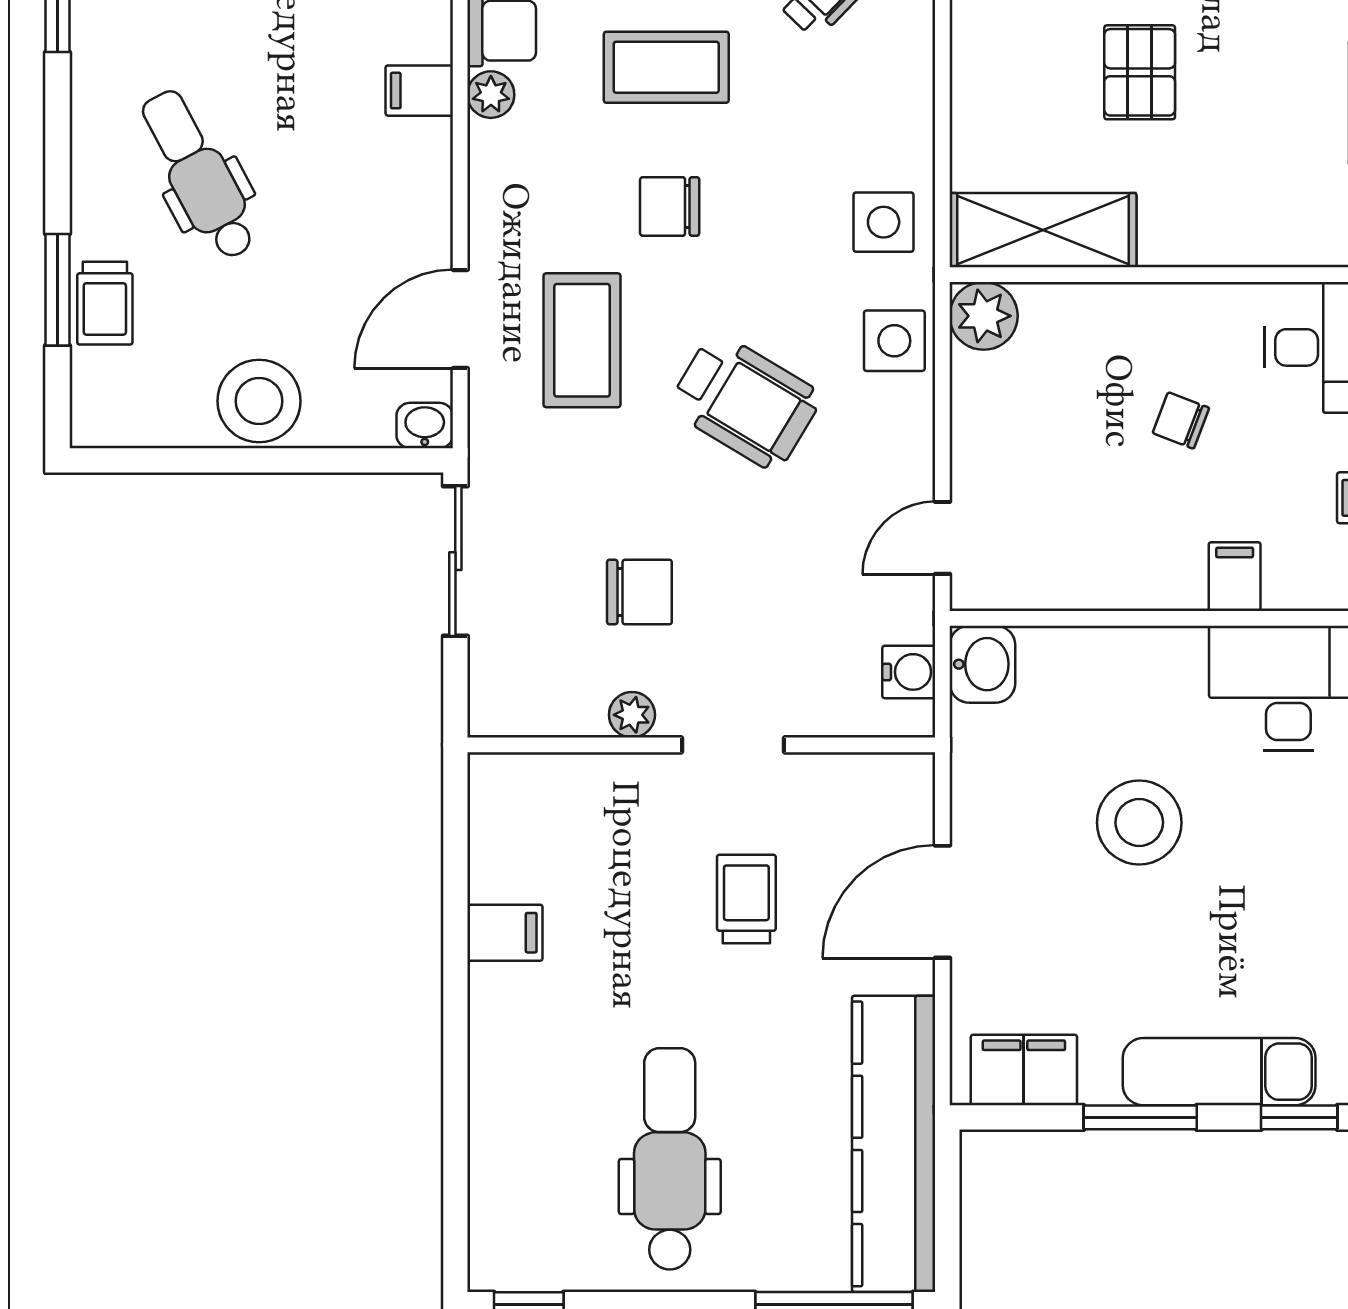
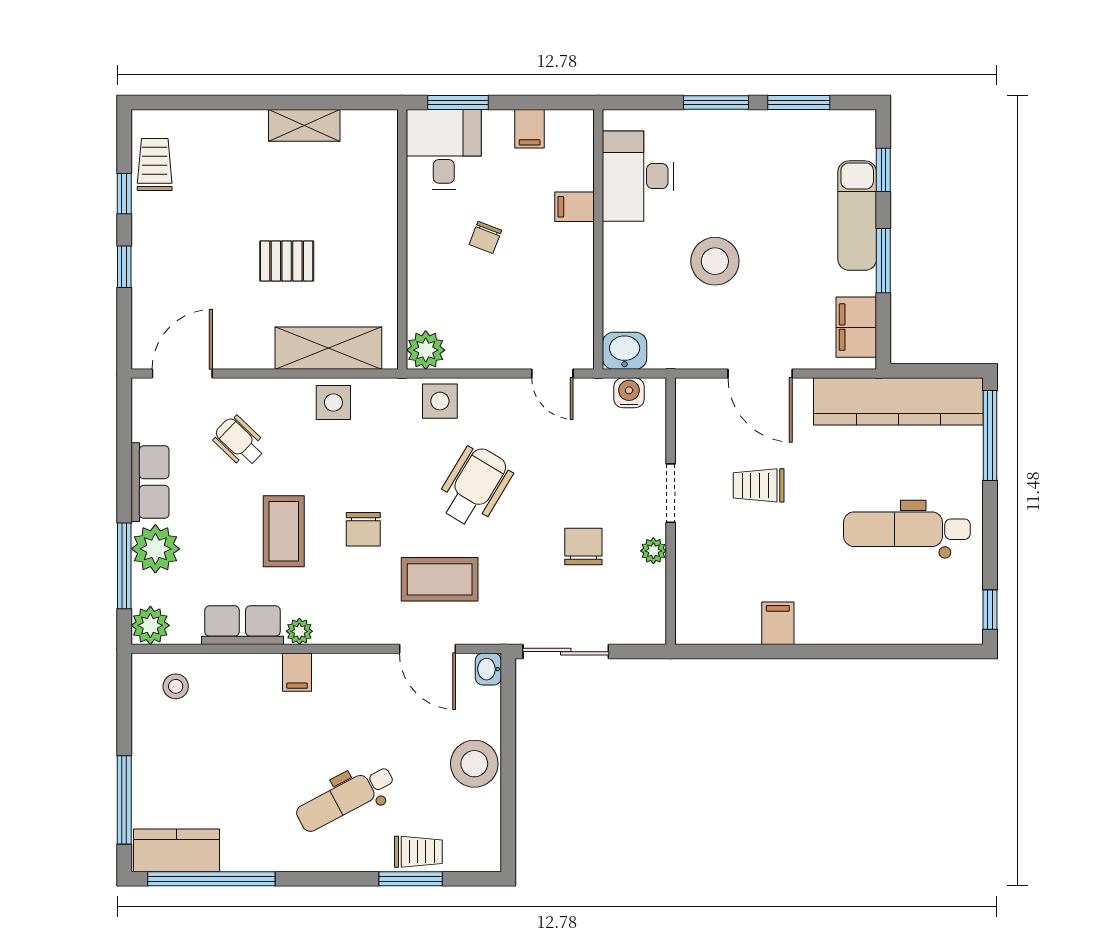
side table: (884, 222) -> (333, 403), moved
shelving: (1043, 230) -> (328, 348), moved, turned 90

